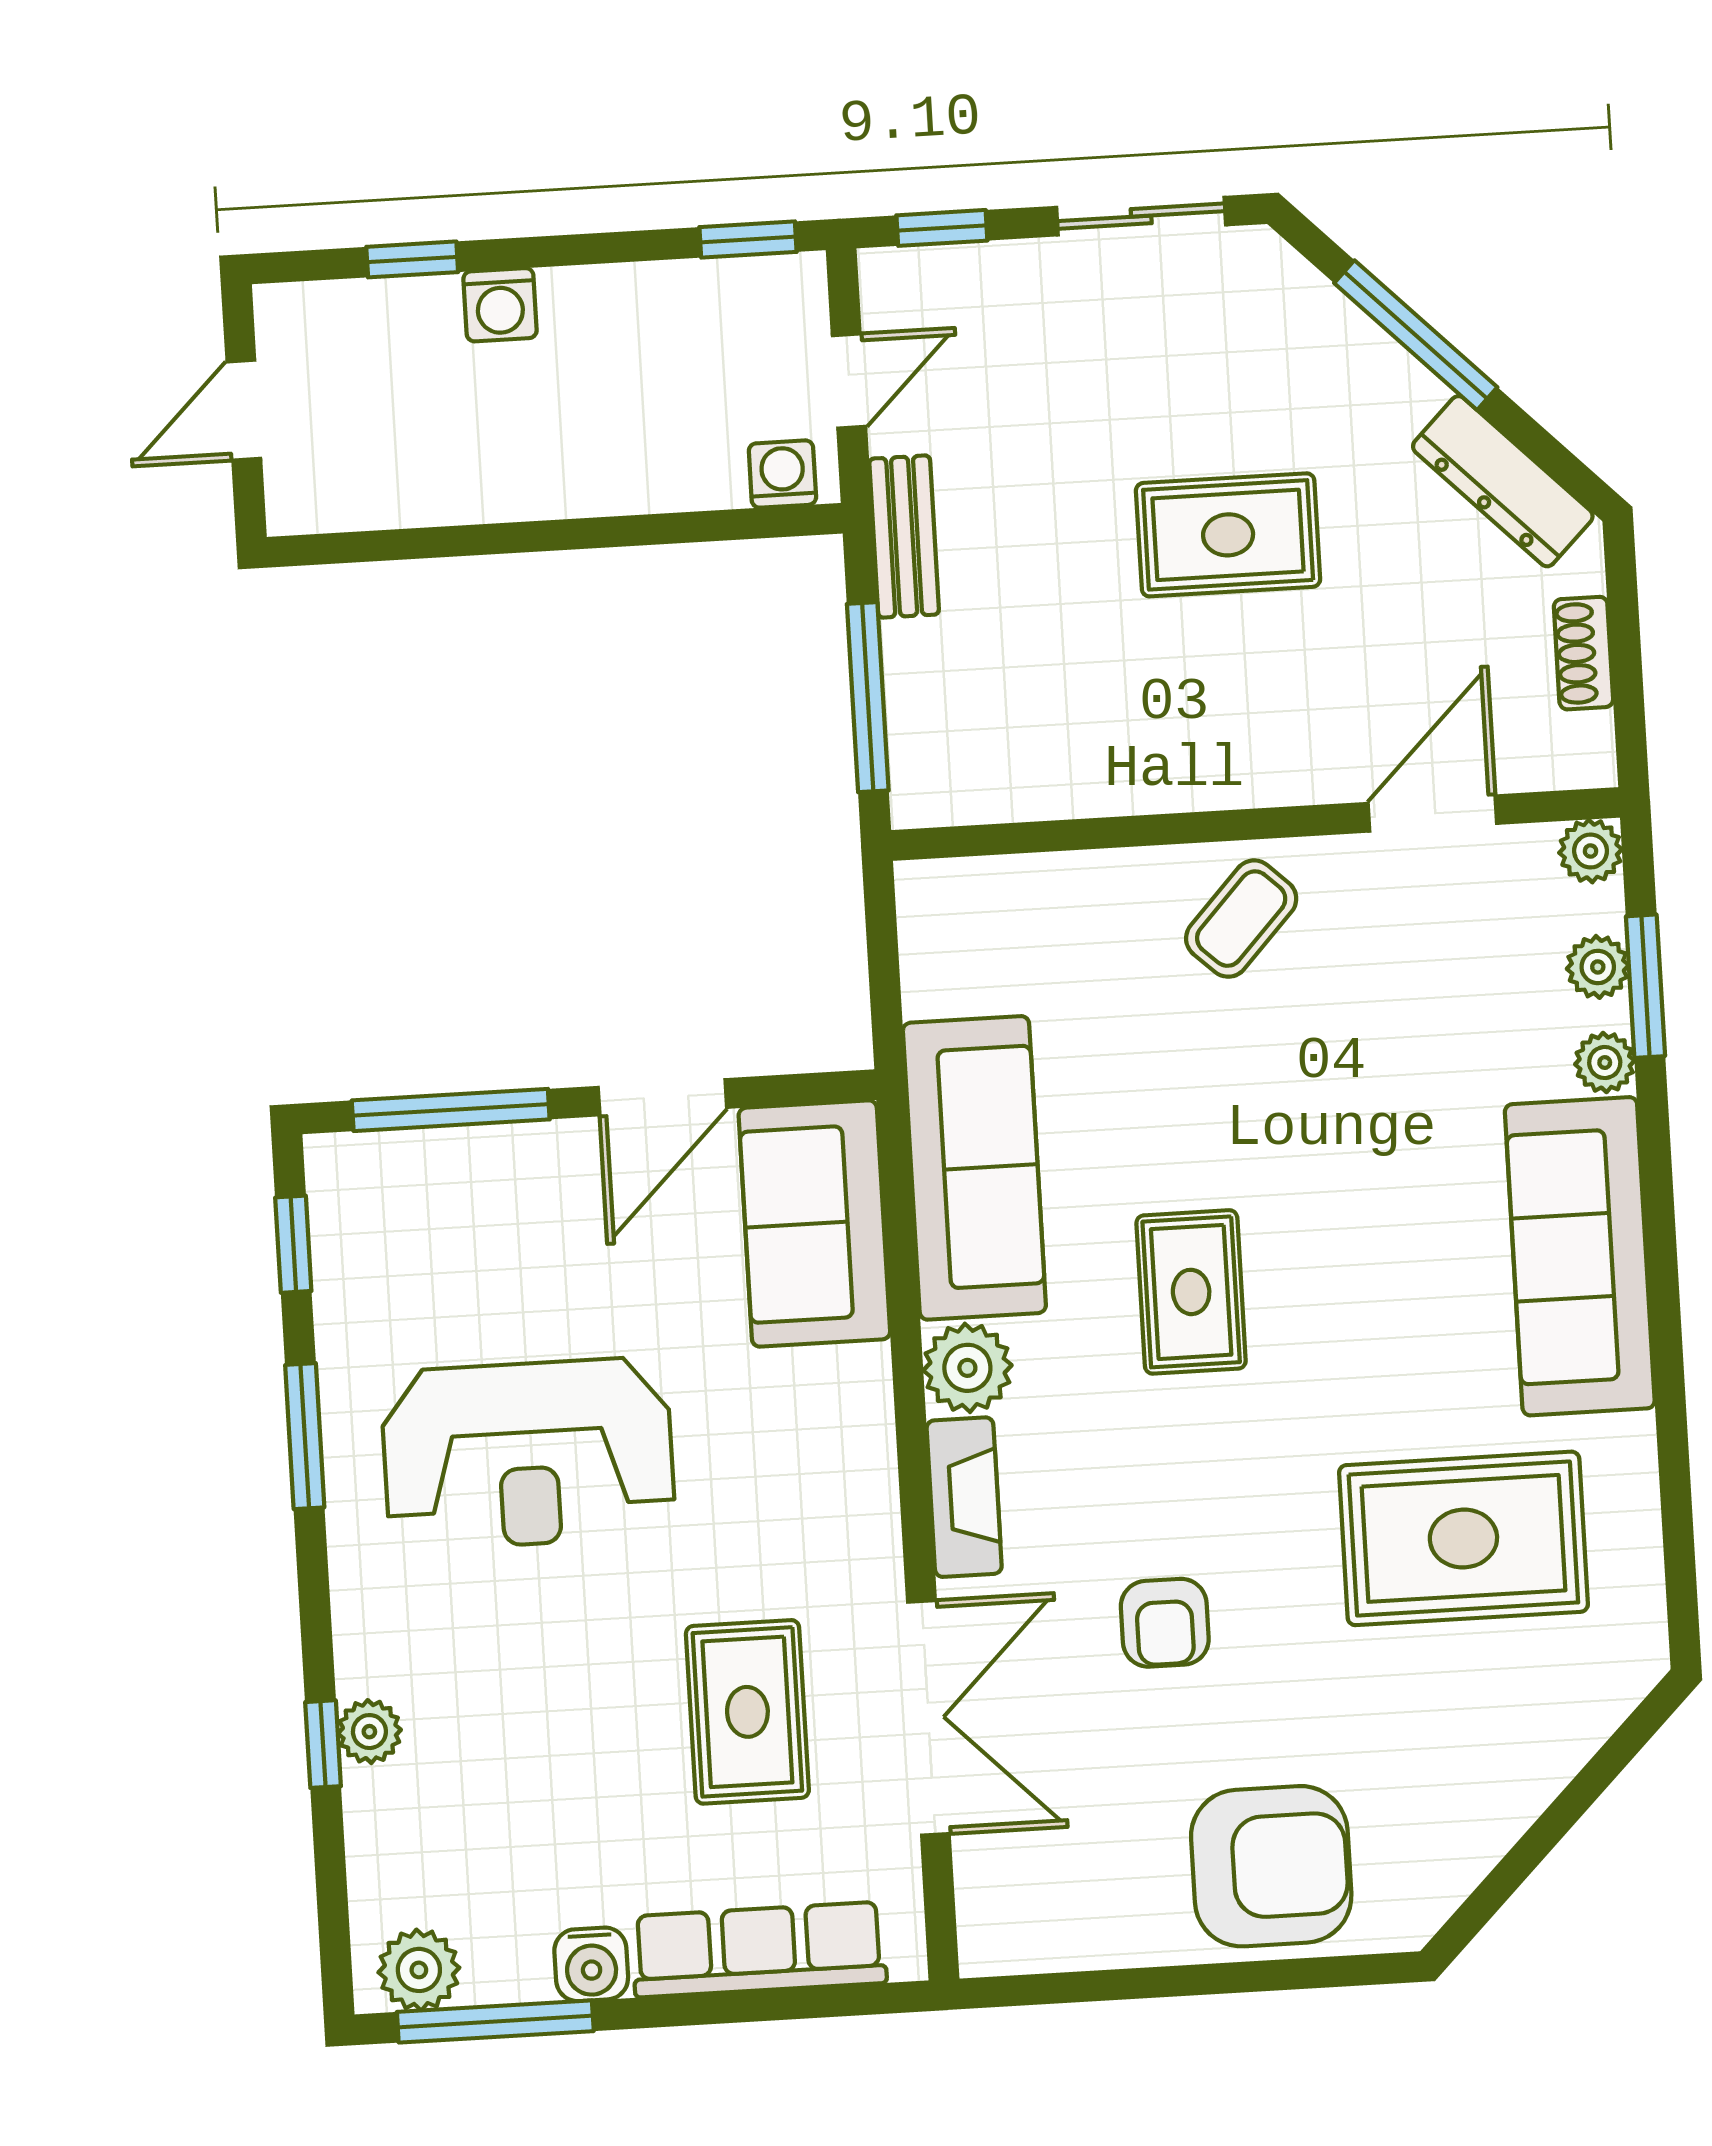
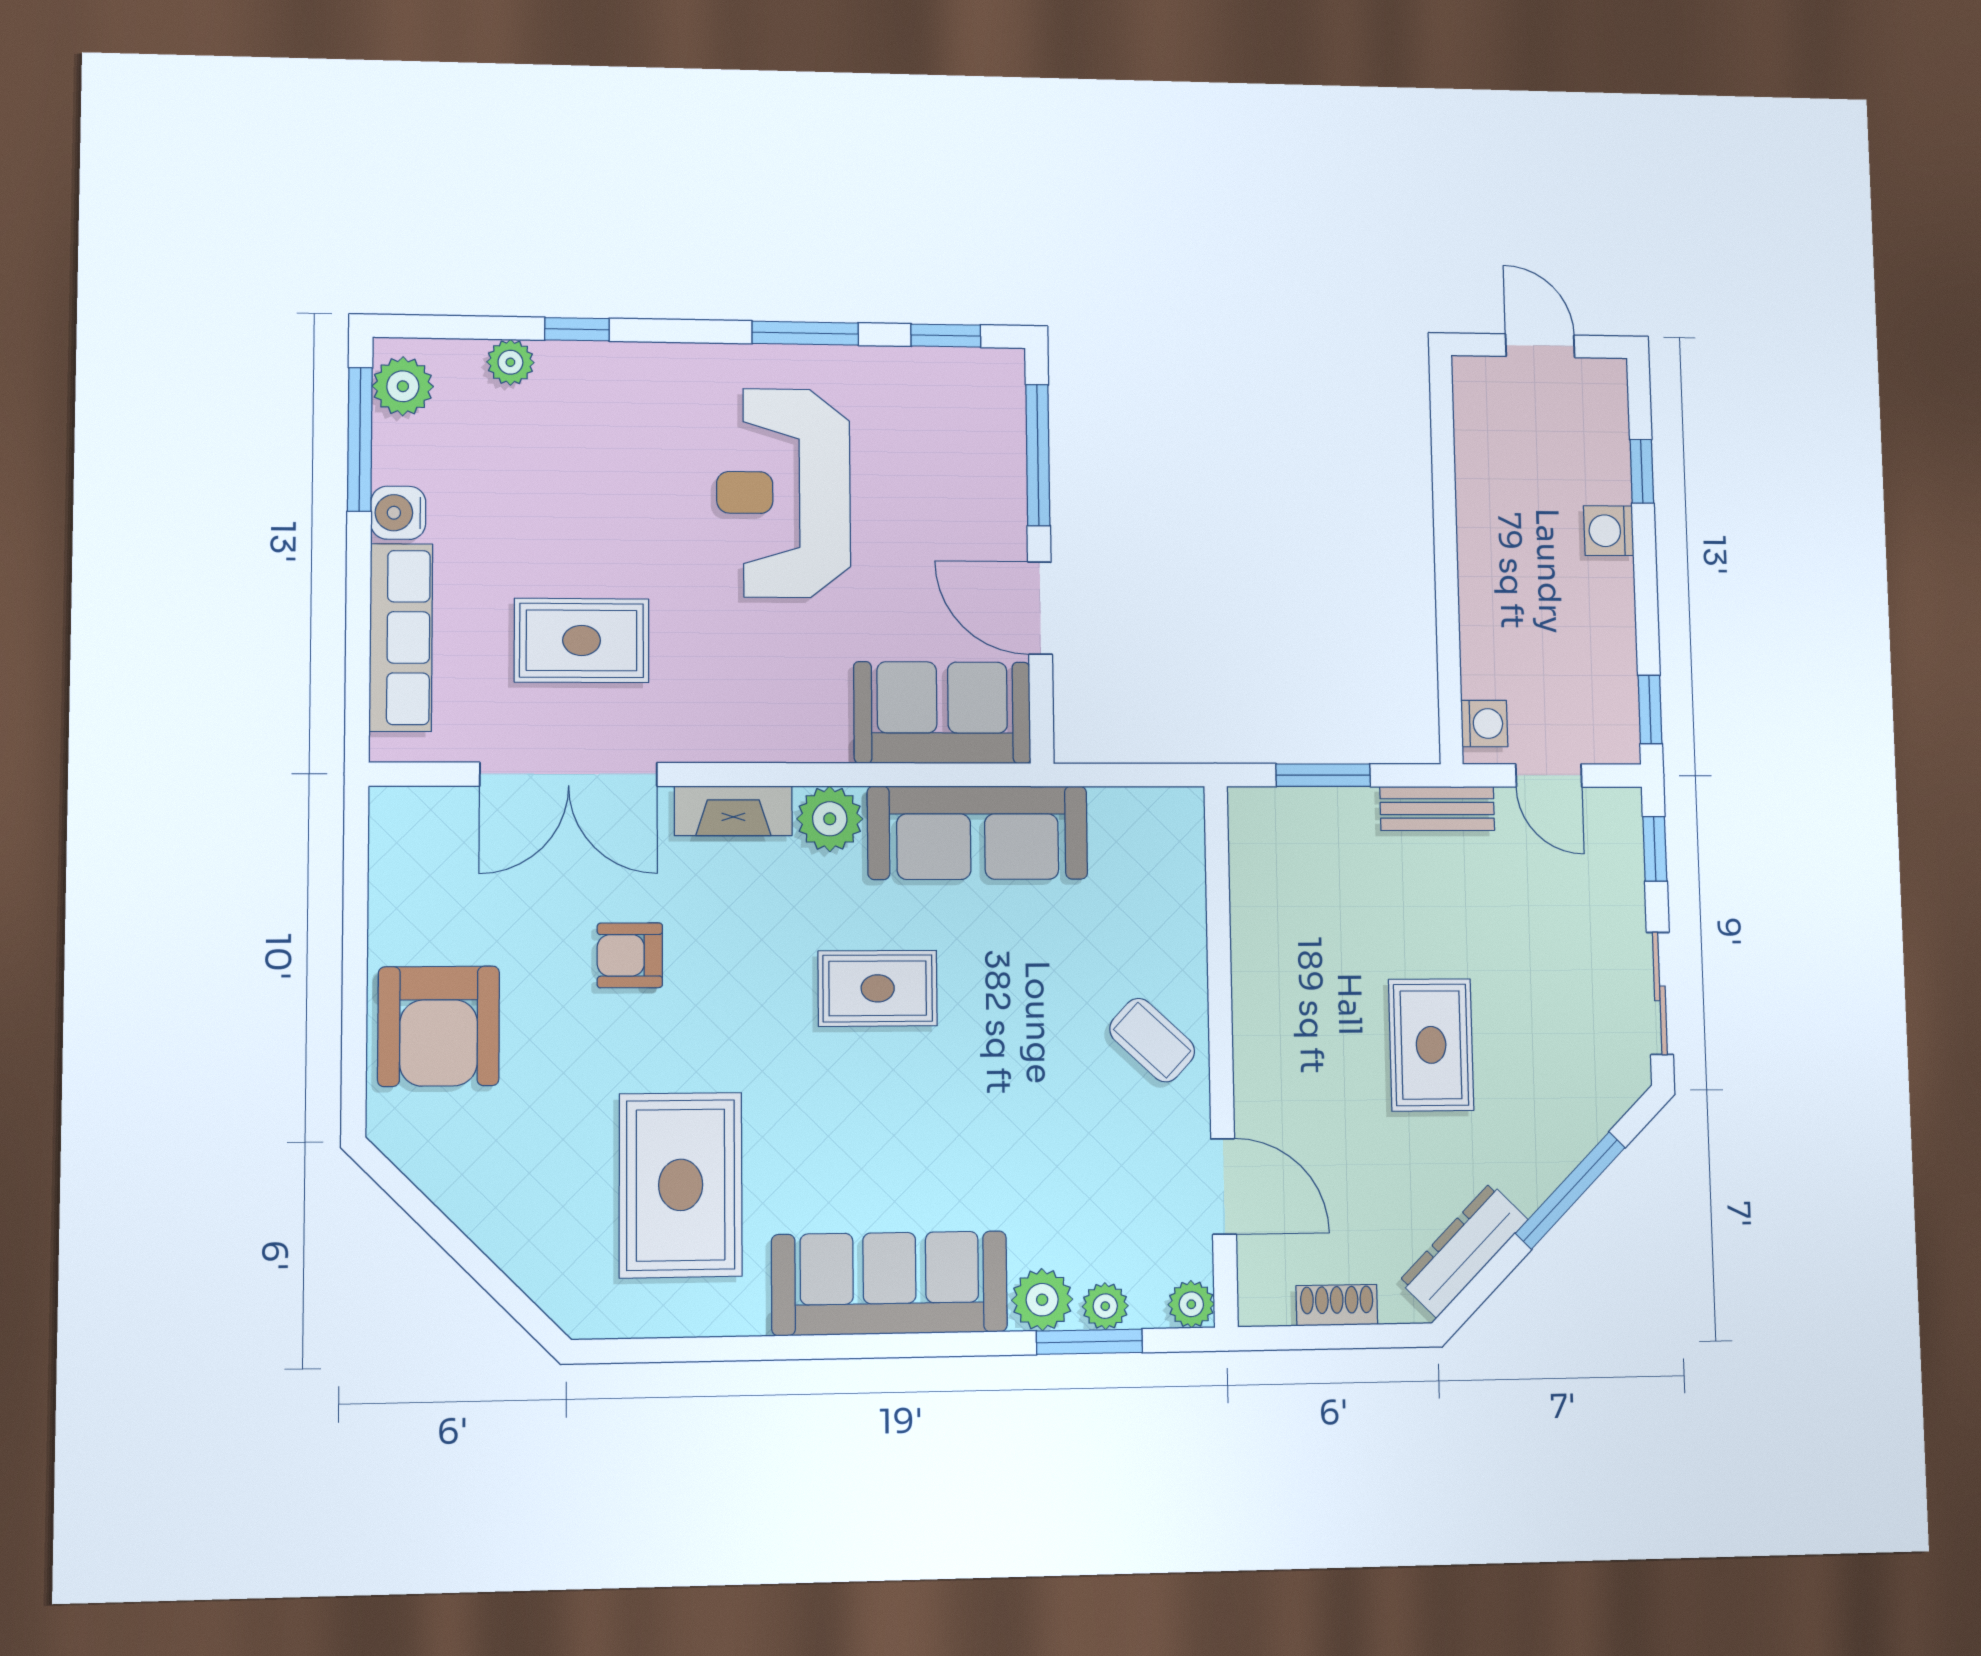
window: (868, 697) -> (1323, 775), width x0.69
plant: (1605, 1063) -> (1042, 1300), width x1.38, depth x1.38
plant: (369, 1732) -> (510, 362), moved

